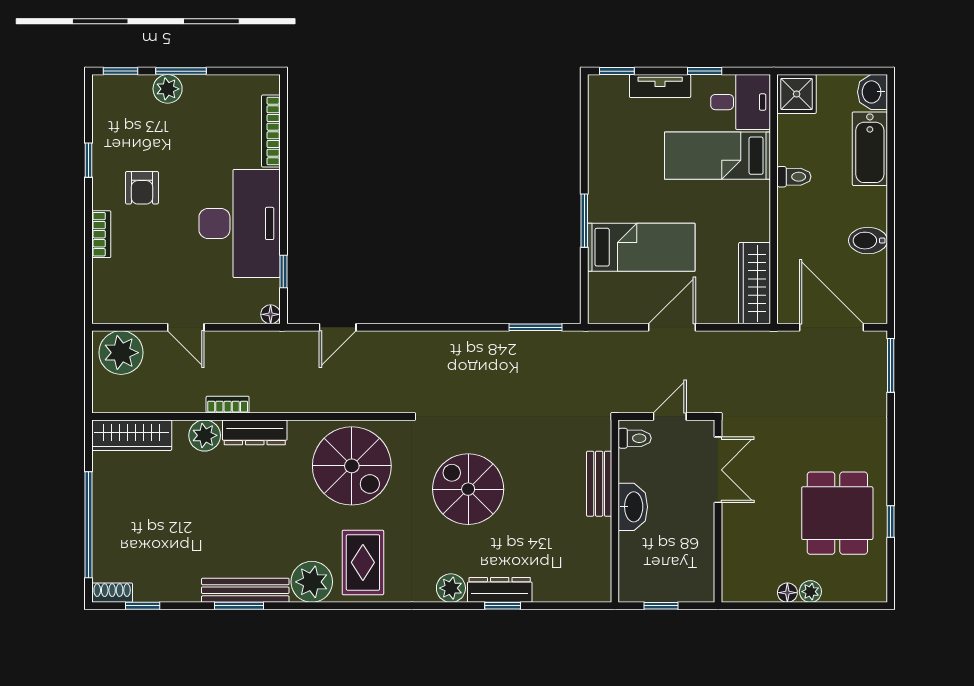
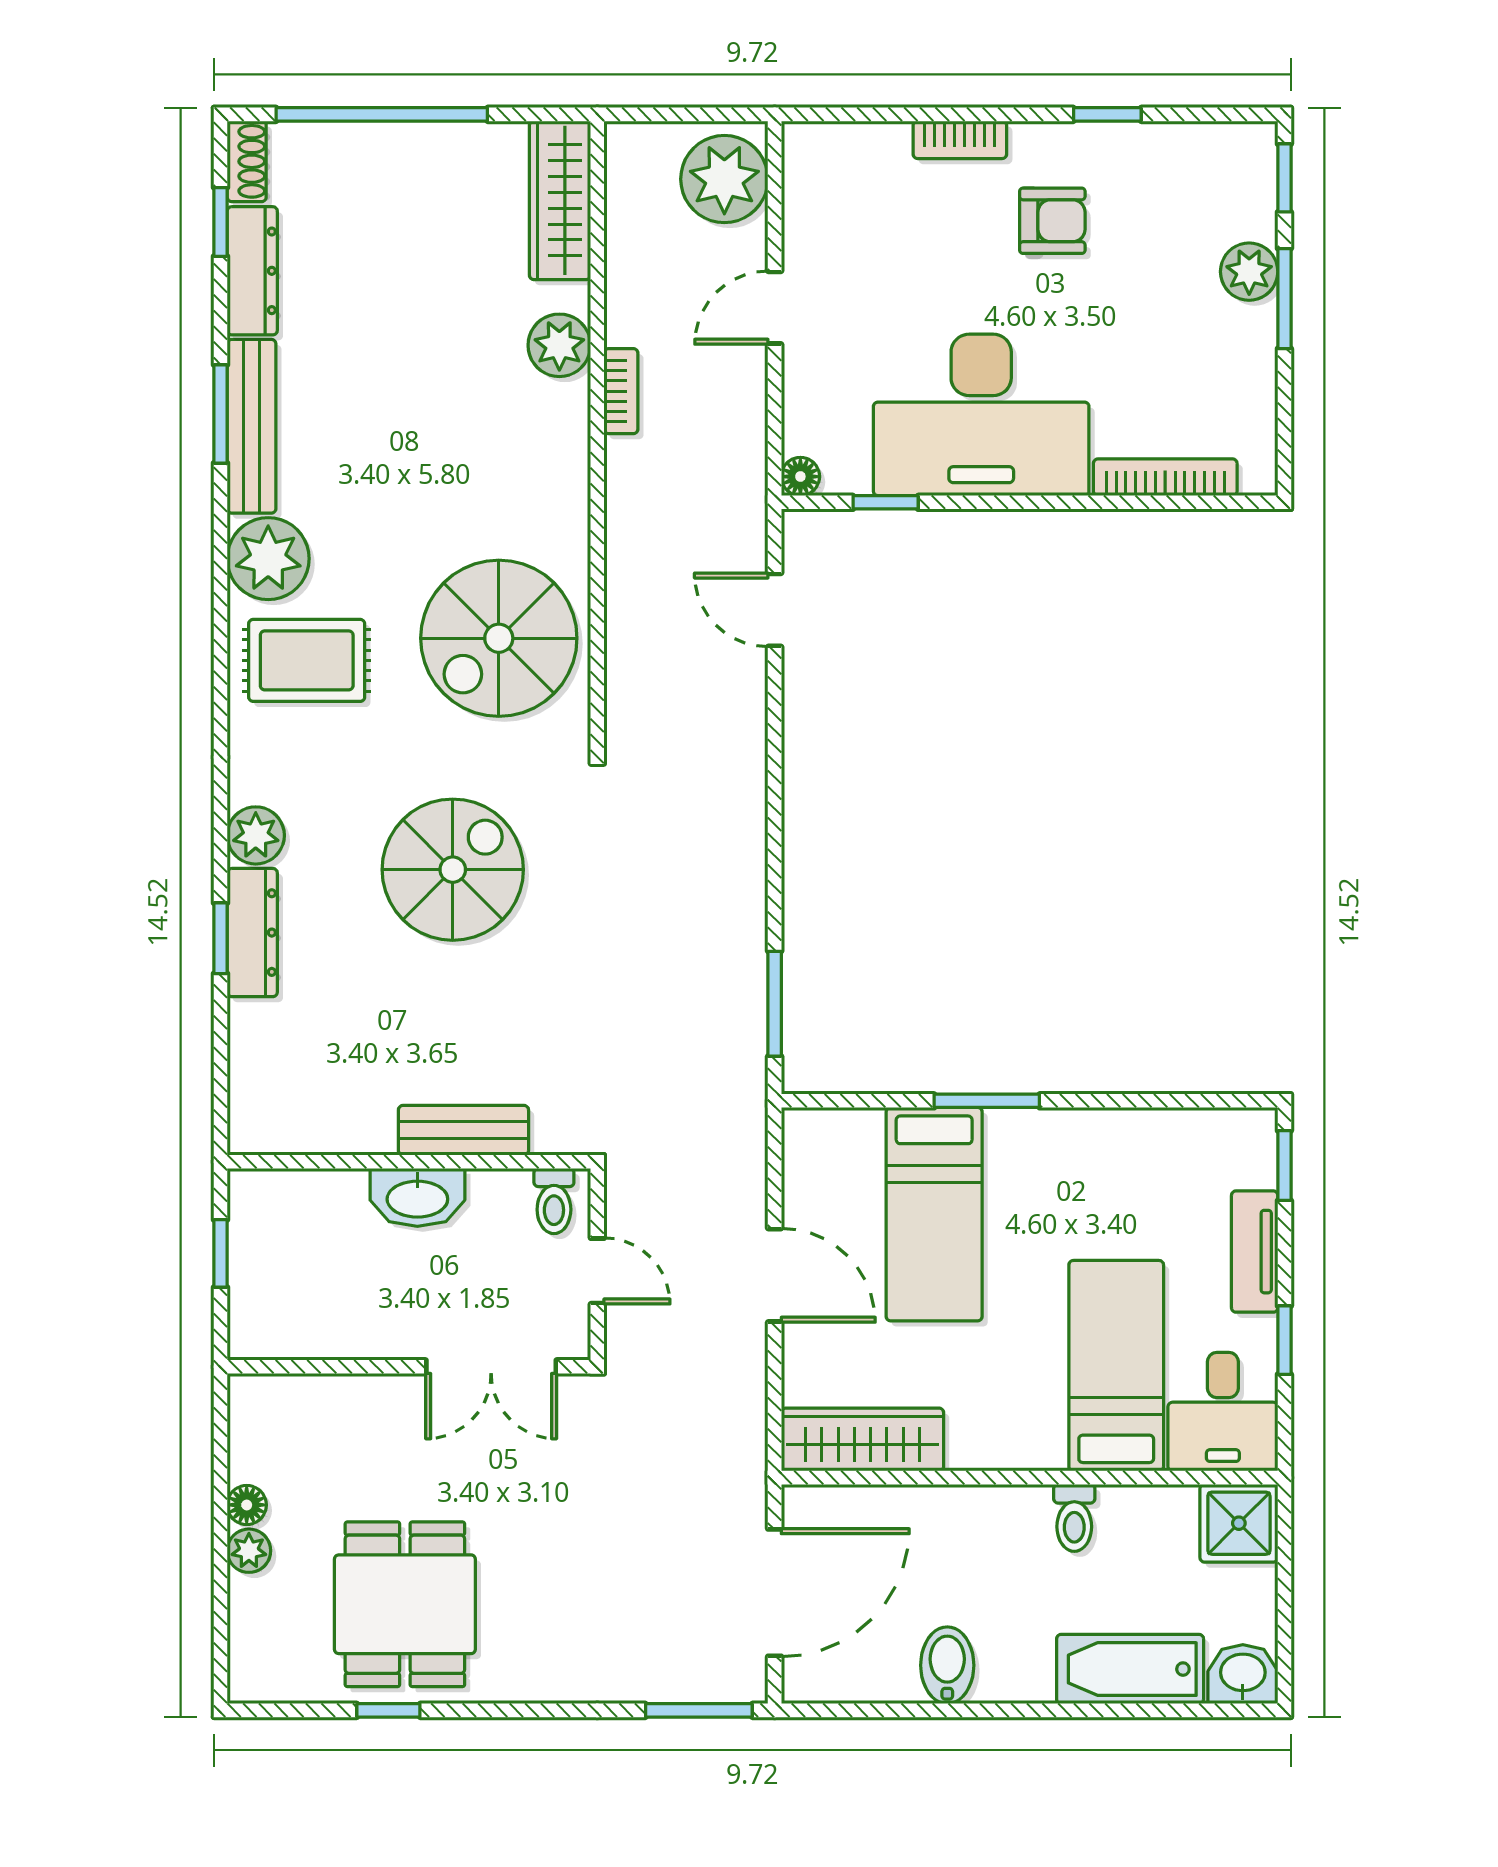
armchair: (142, 188) -> (1052, 221), turned 180
dresser: (255, 432) -> (252, 271), moved, turned 180
dining table: (837, 513) -> (405, 1604), turned 90

